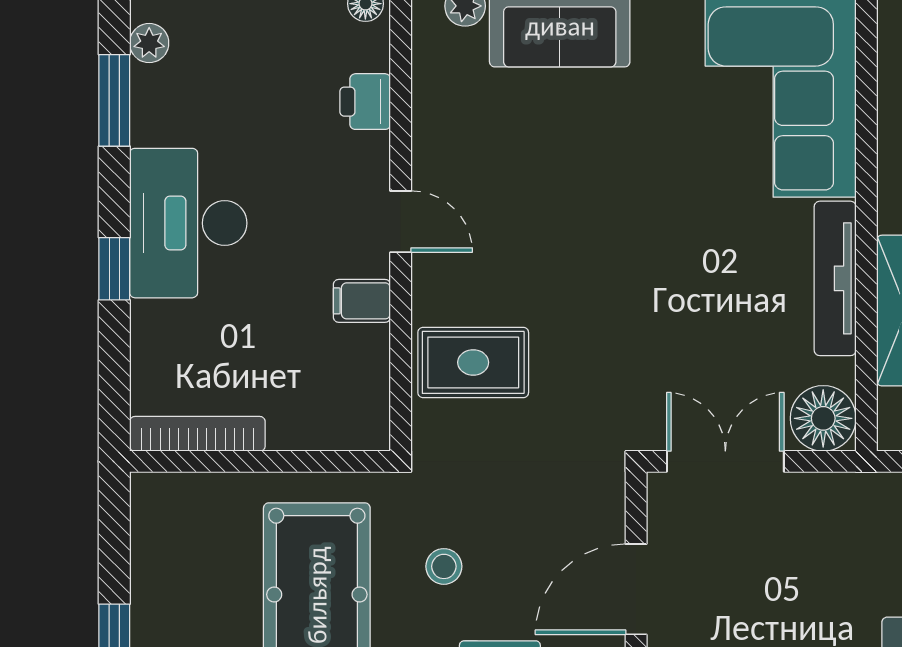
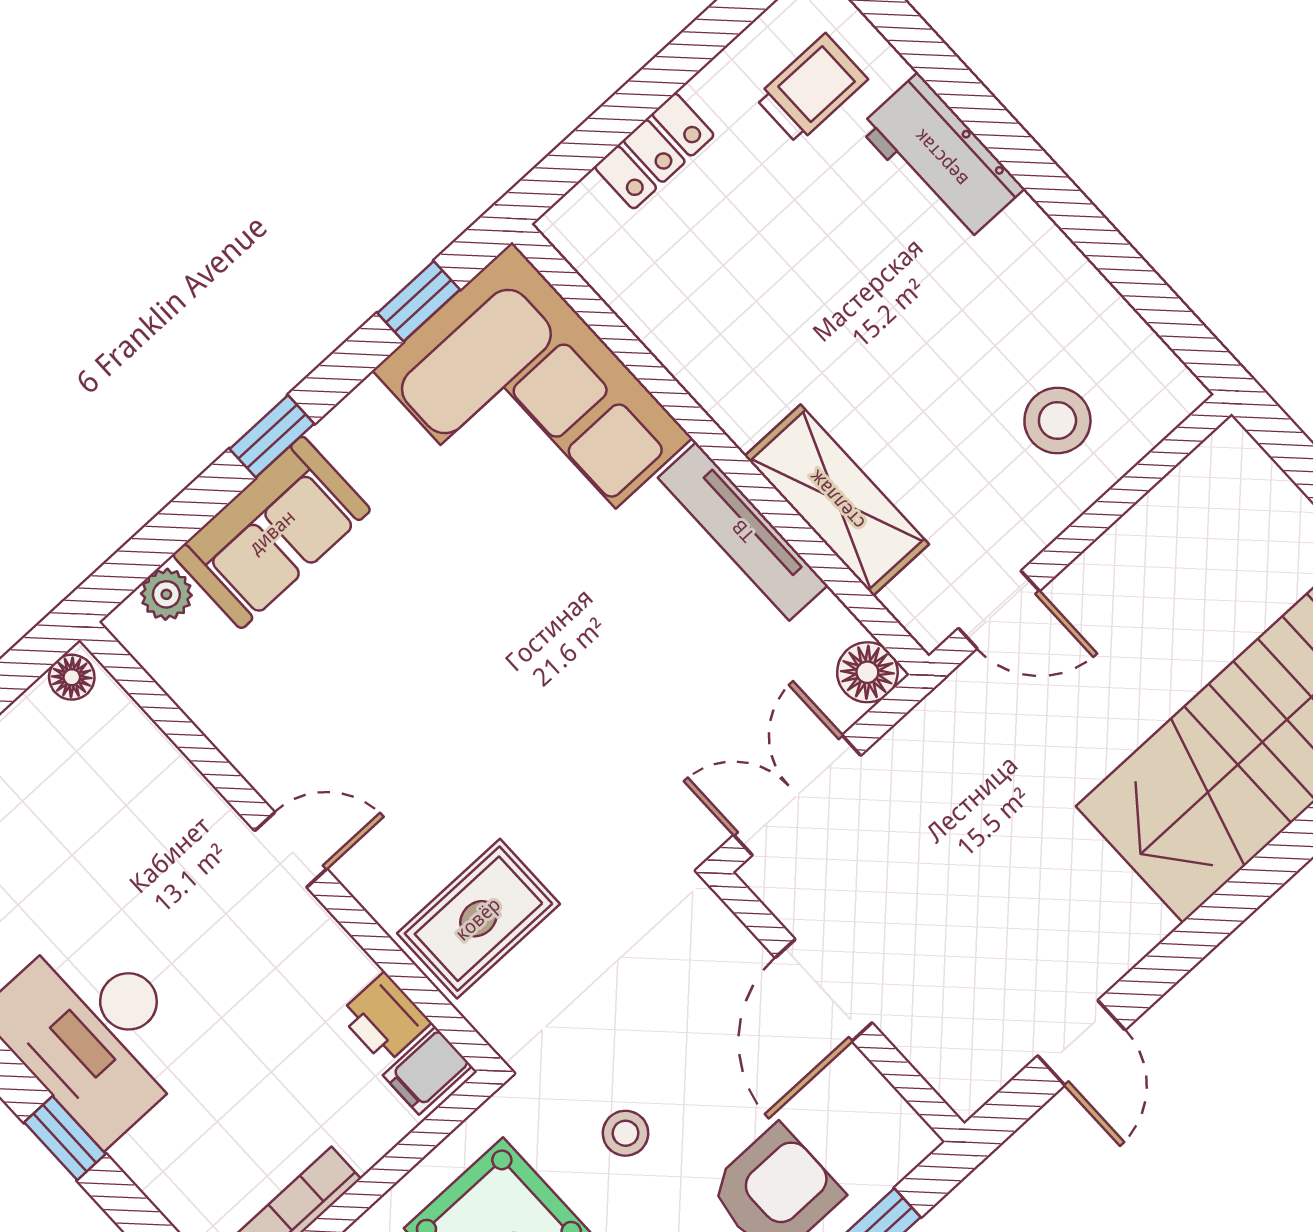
printer: (365, 102) -> (385, 1018), moved
filing cabinet: (362, 301) -> (427, 1071), moved
floor lamp: (823, 418) -> (867, 672), width x0.73, depth x0.73

